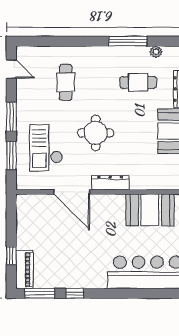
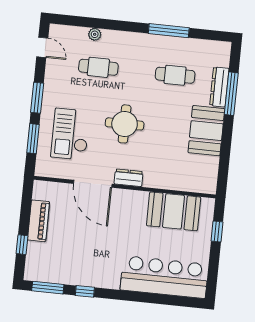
plant: (156, 52) -> (95, 34), moved
cafe table: (66, 82) -> (98, 67), turned 90
dresser: (110, 183) -> (129, 178), width x0.70
piano: (24, 270) -> (38, 221), moved

